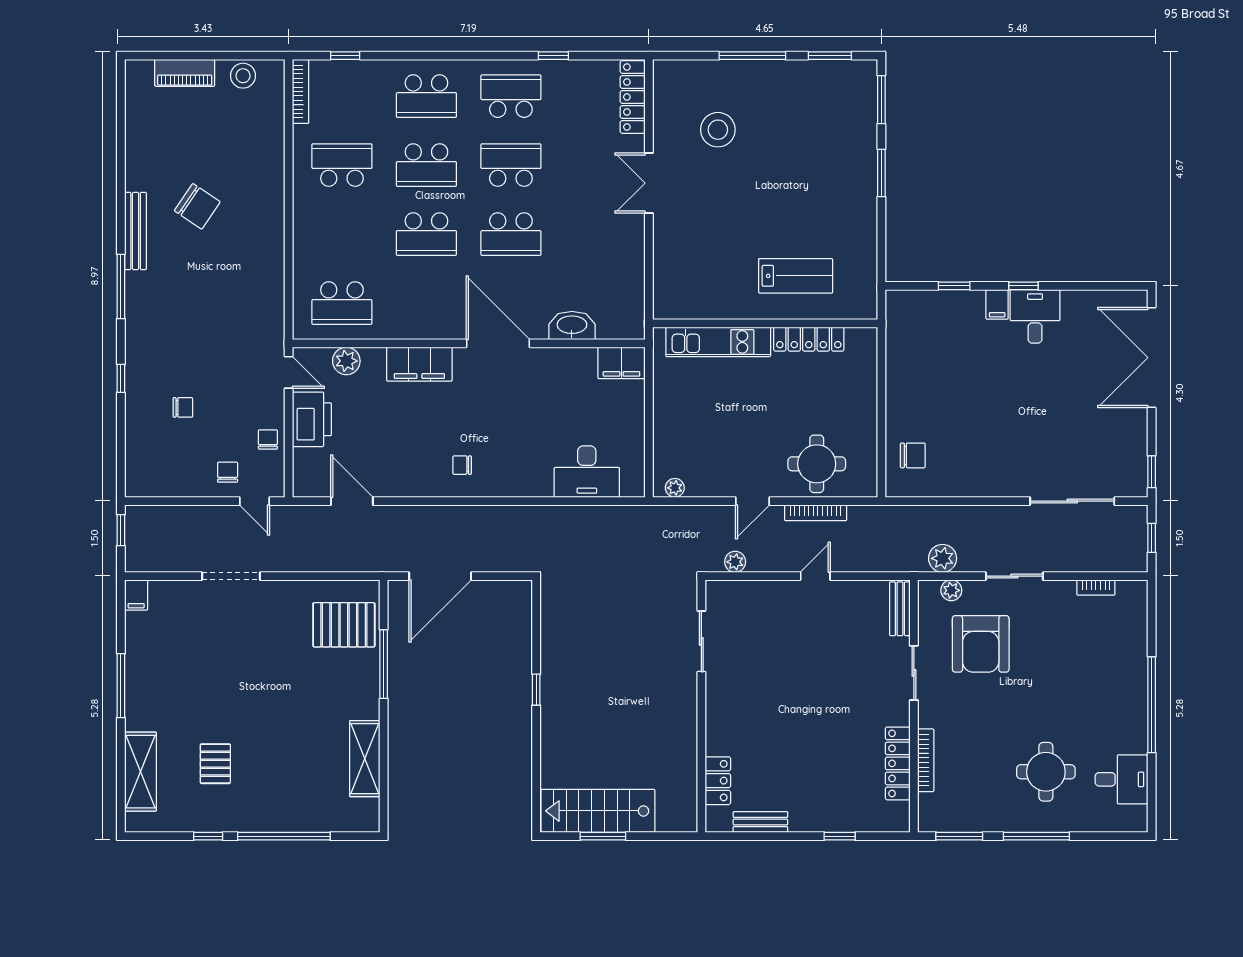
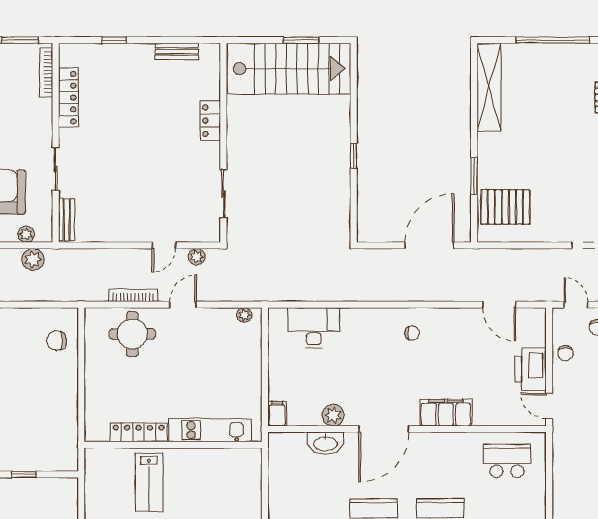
lab bench: (796, 276) -> (149, 482), turned -90
door: (498, 343) -> (384, 429), hinge flipped
plant: (346, 361) -> (333, 415), moved
filing cabinet: (621, 363) -> (277, 414), width x0.50
door: (815, 576) -> (164, 245), moved
window: (384, 664) -> (474, 176), width x0.69
shelving: (365, 759) -> (489, 87), width x1.47
bookcase: (926, 760) -> (46, 72), moved
locker: (718, 781) -> (210, 121), moved
stairs: (598, 811) -> (289, 69), width x1.36, depth x1.51

